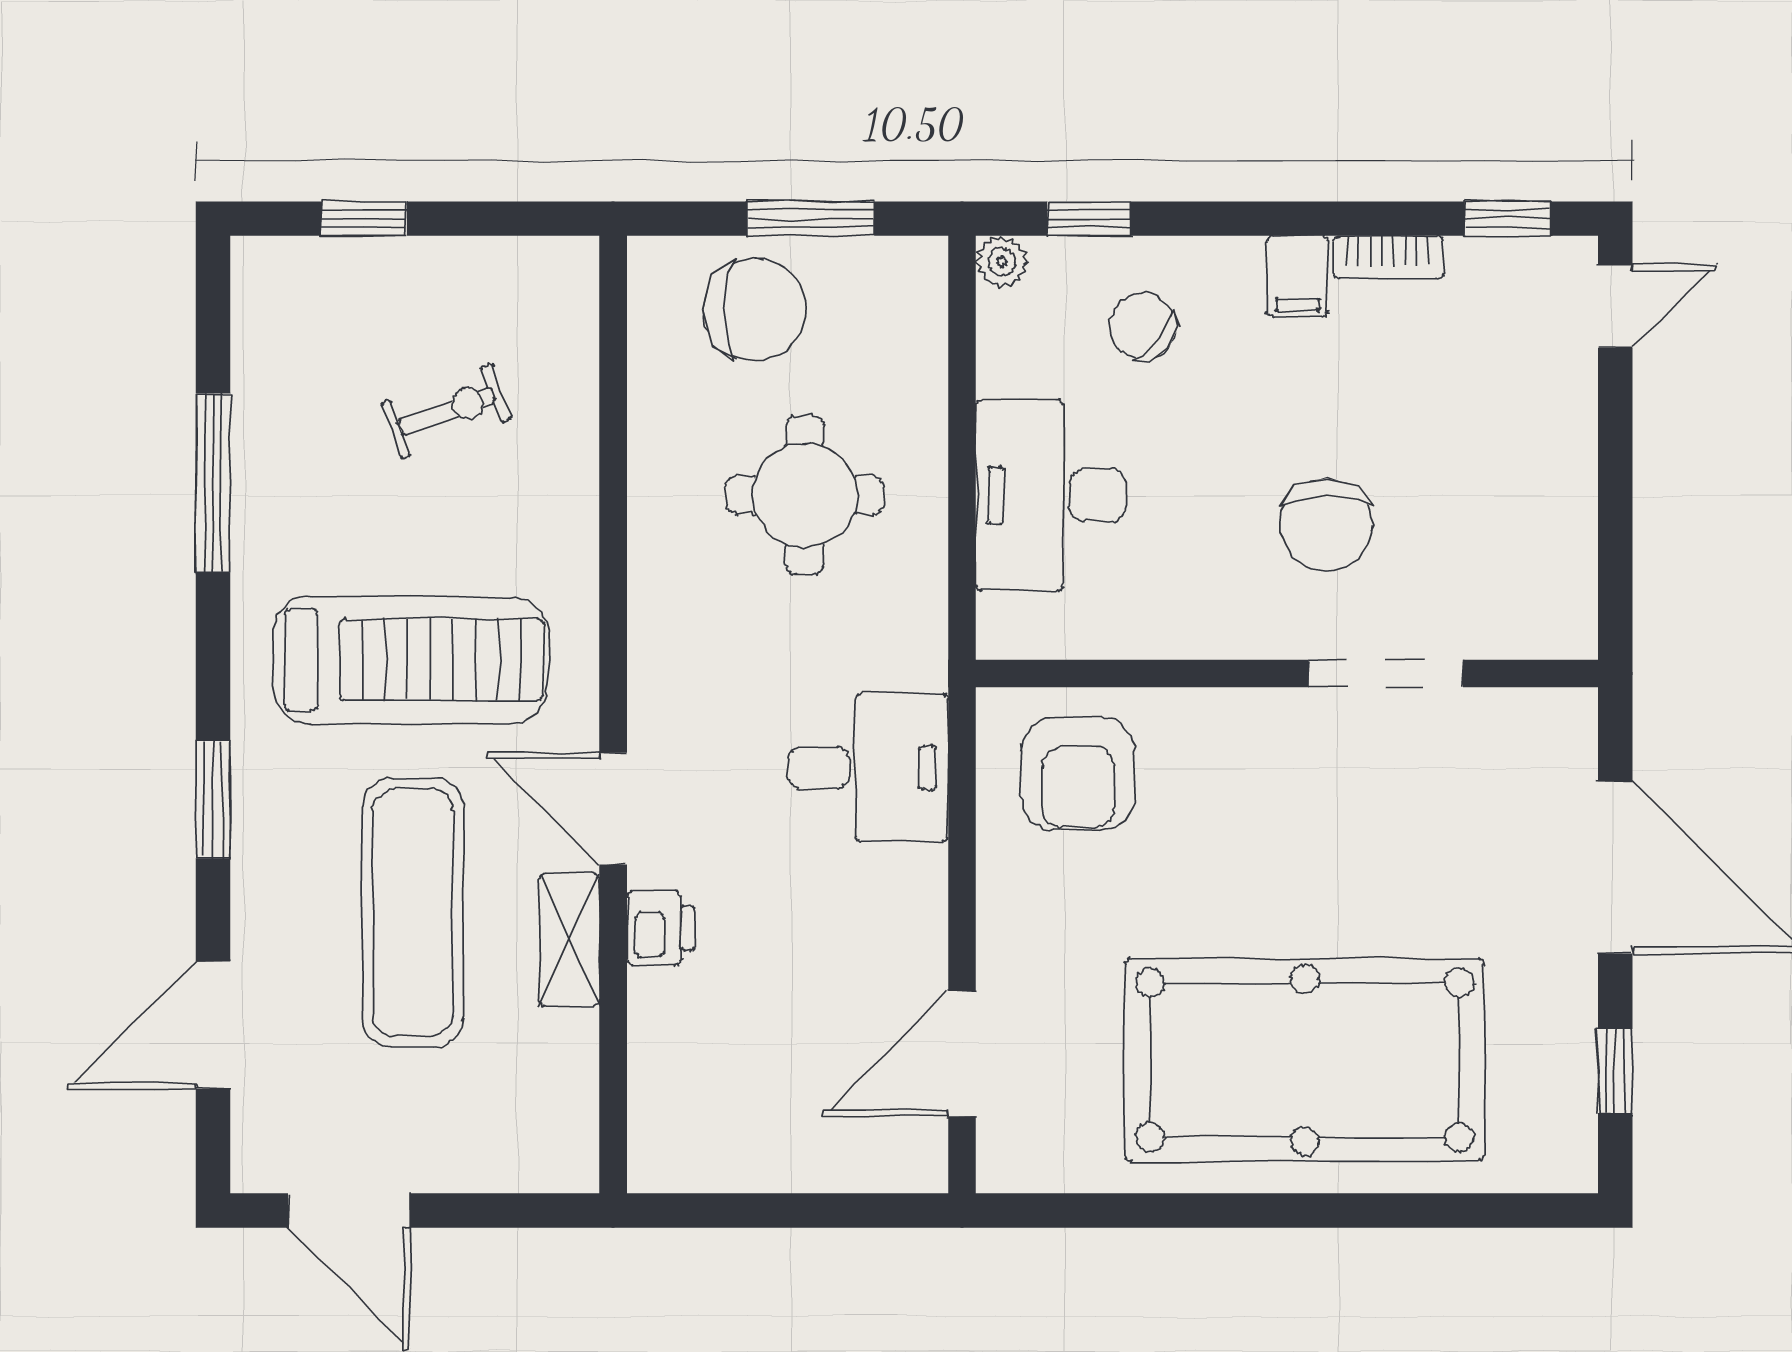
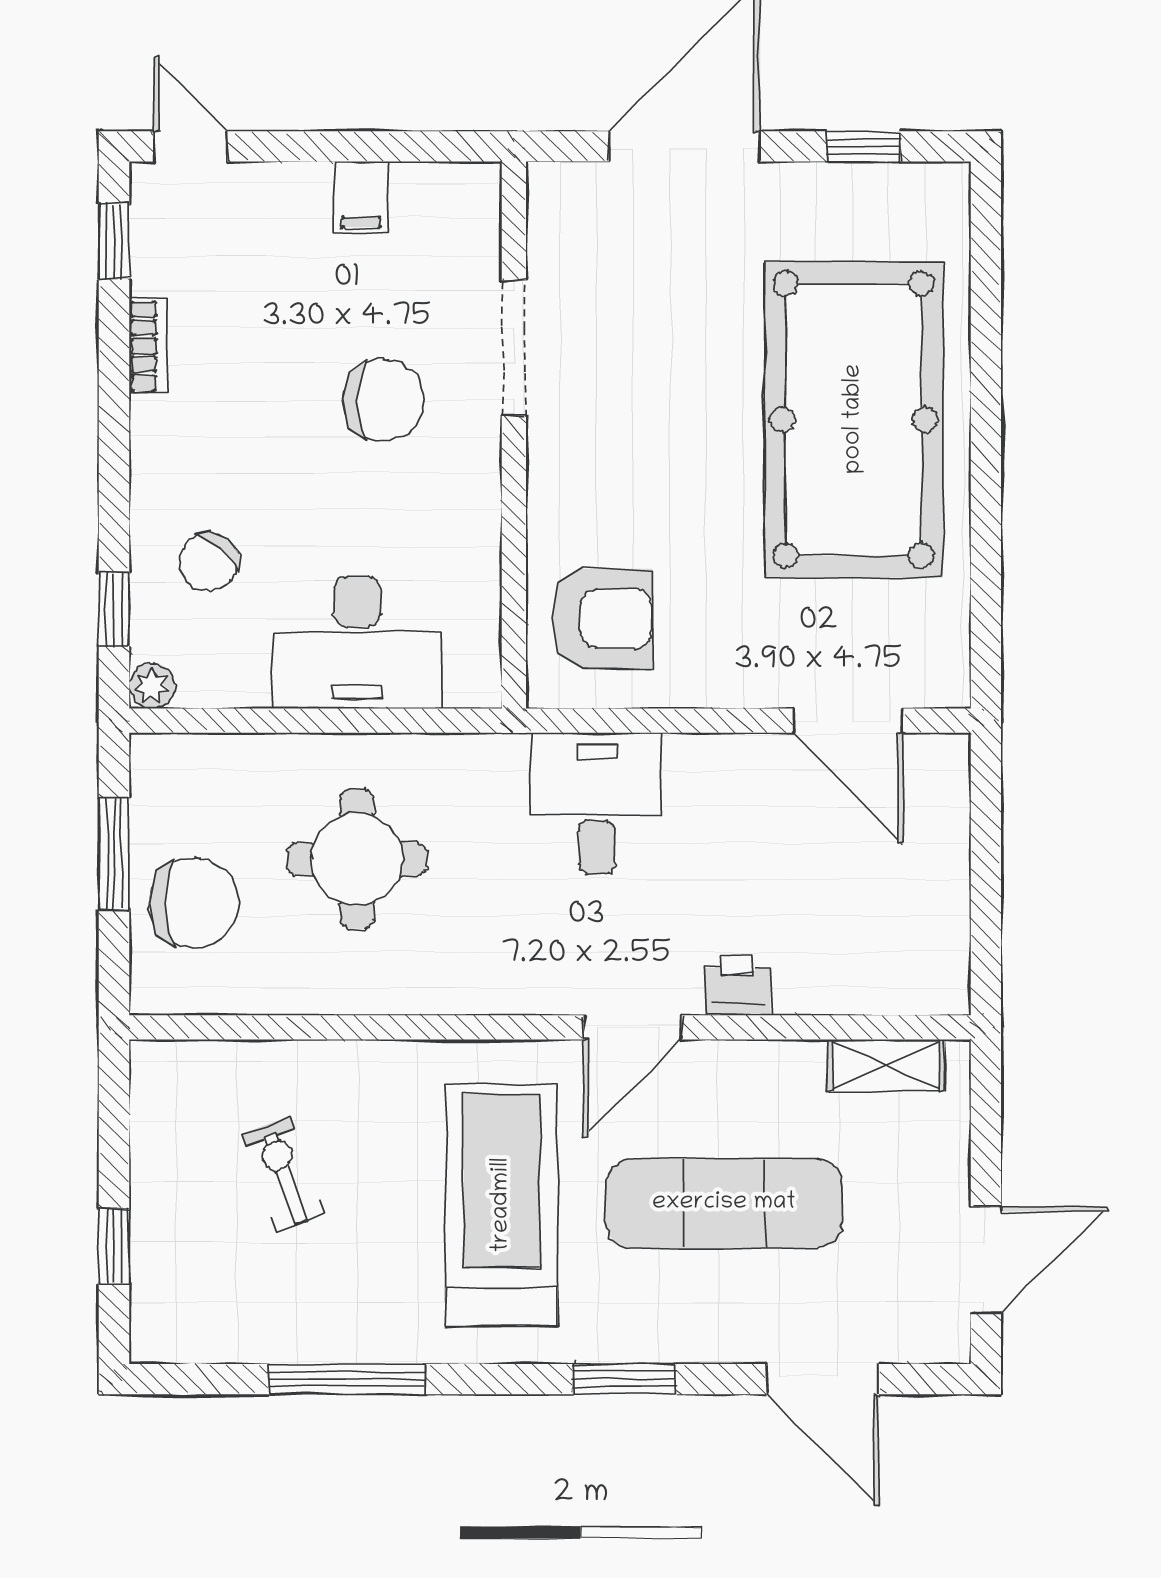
filing cabinet: (1297, 276) -> (361, 197), moved, turned 90
chair: (755, 309) -> (194, 903), turned 90
shelving: (570, 940) -> (886, 1066), moved

